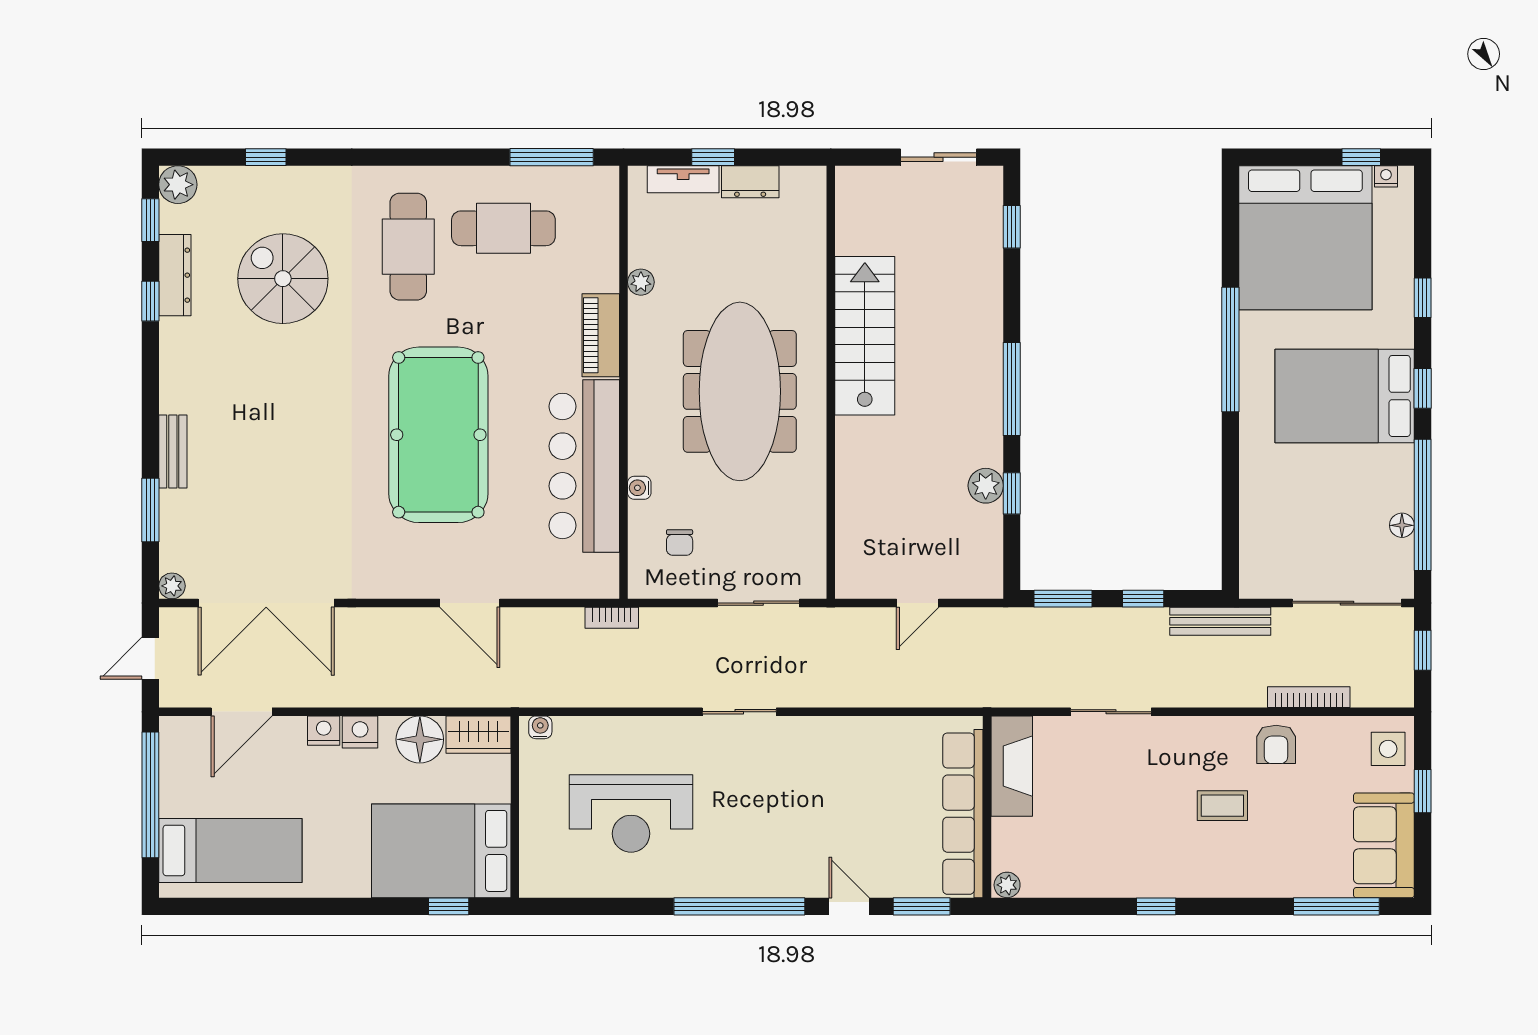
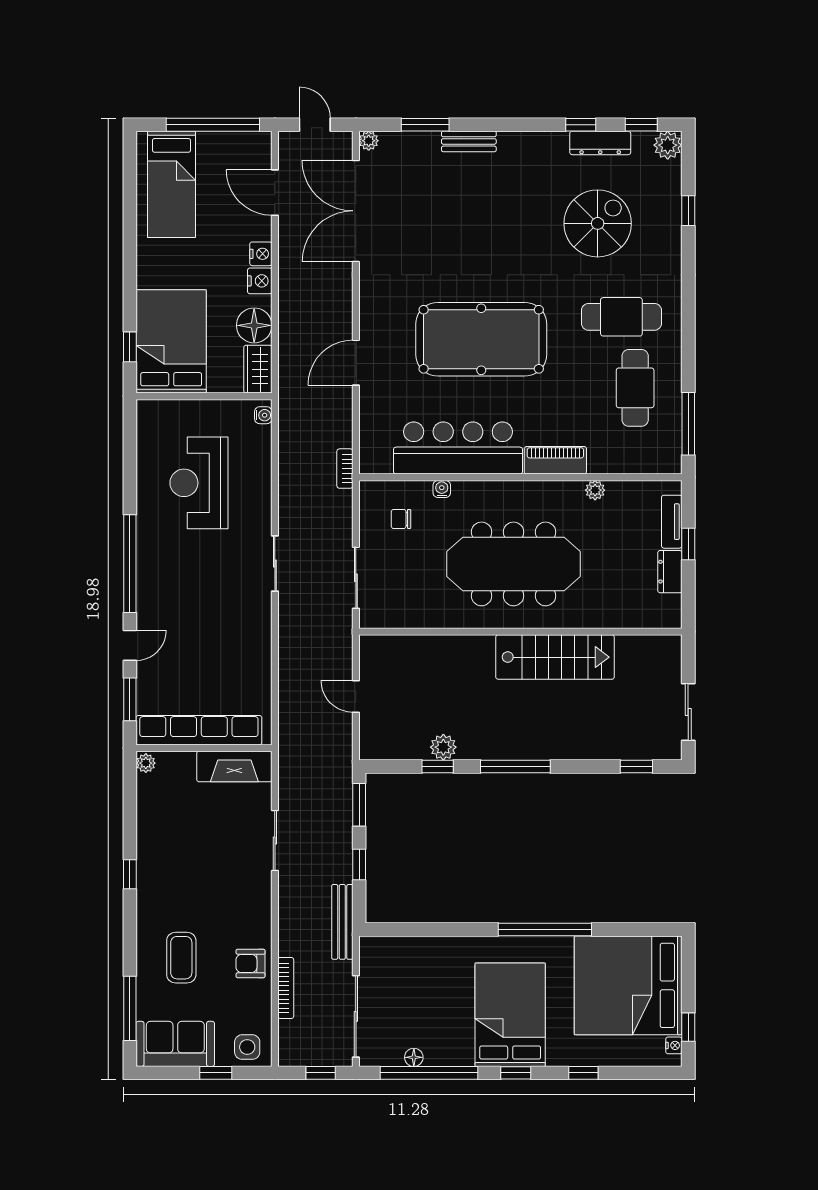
coffee table: (1222, 806) -> (181, 958), moved, width x1.36, depth x1.30

